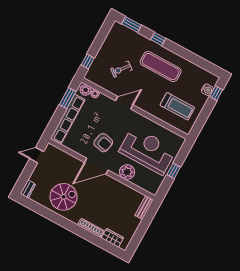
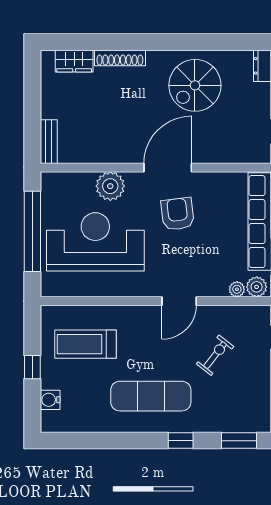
window: (216, 93) -> (32, 367), moved
armchair: (103, 143) -> (178, 214), turned 71
reception desk: (148, 150) -> (95, 242), turned 180
window: (174, 171) -> (32, 231), width x3.17

